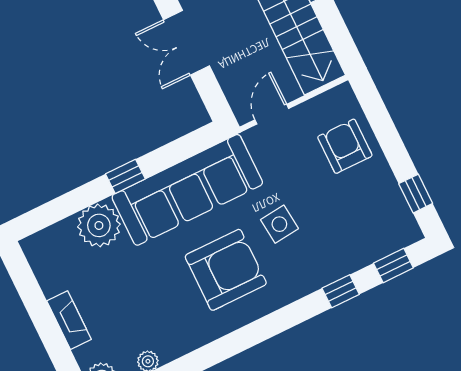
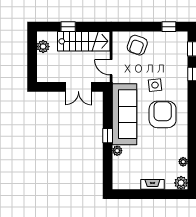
double door: (186, 43) -> (78, 87), moved
armchair: (345, 146) -> (137, 45), turned -70
plant: (99, 225) -> (117, 151), width x0.53, depth x0.53

